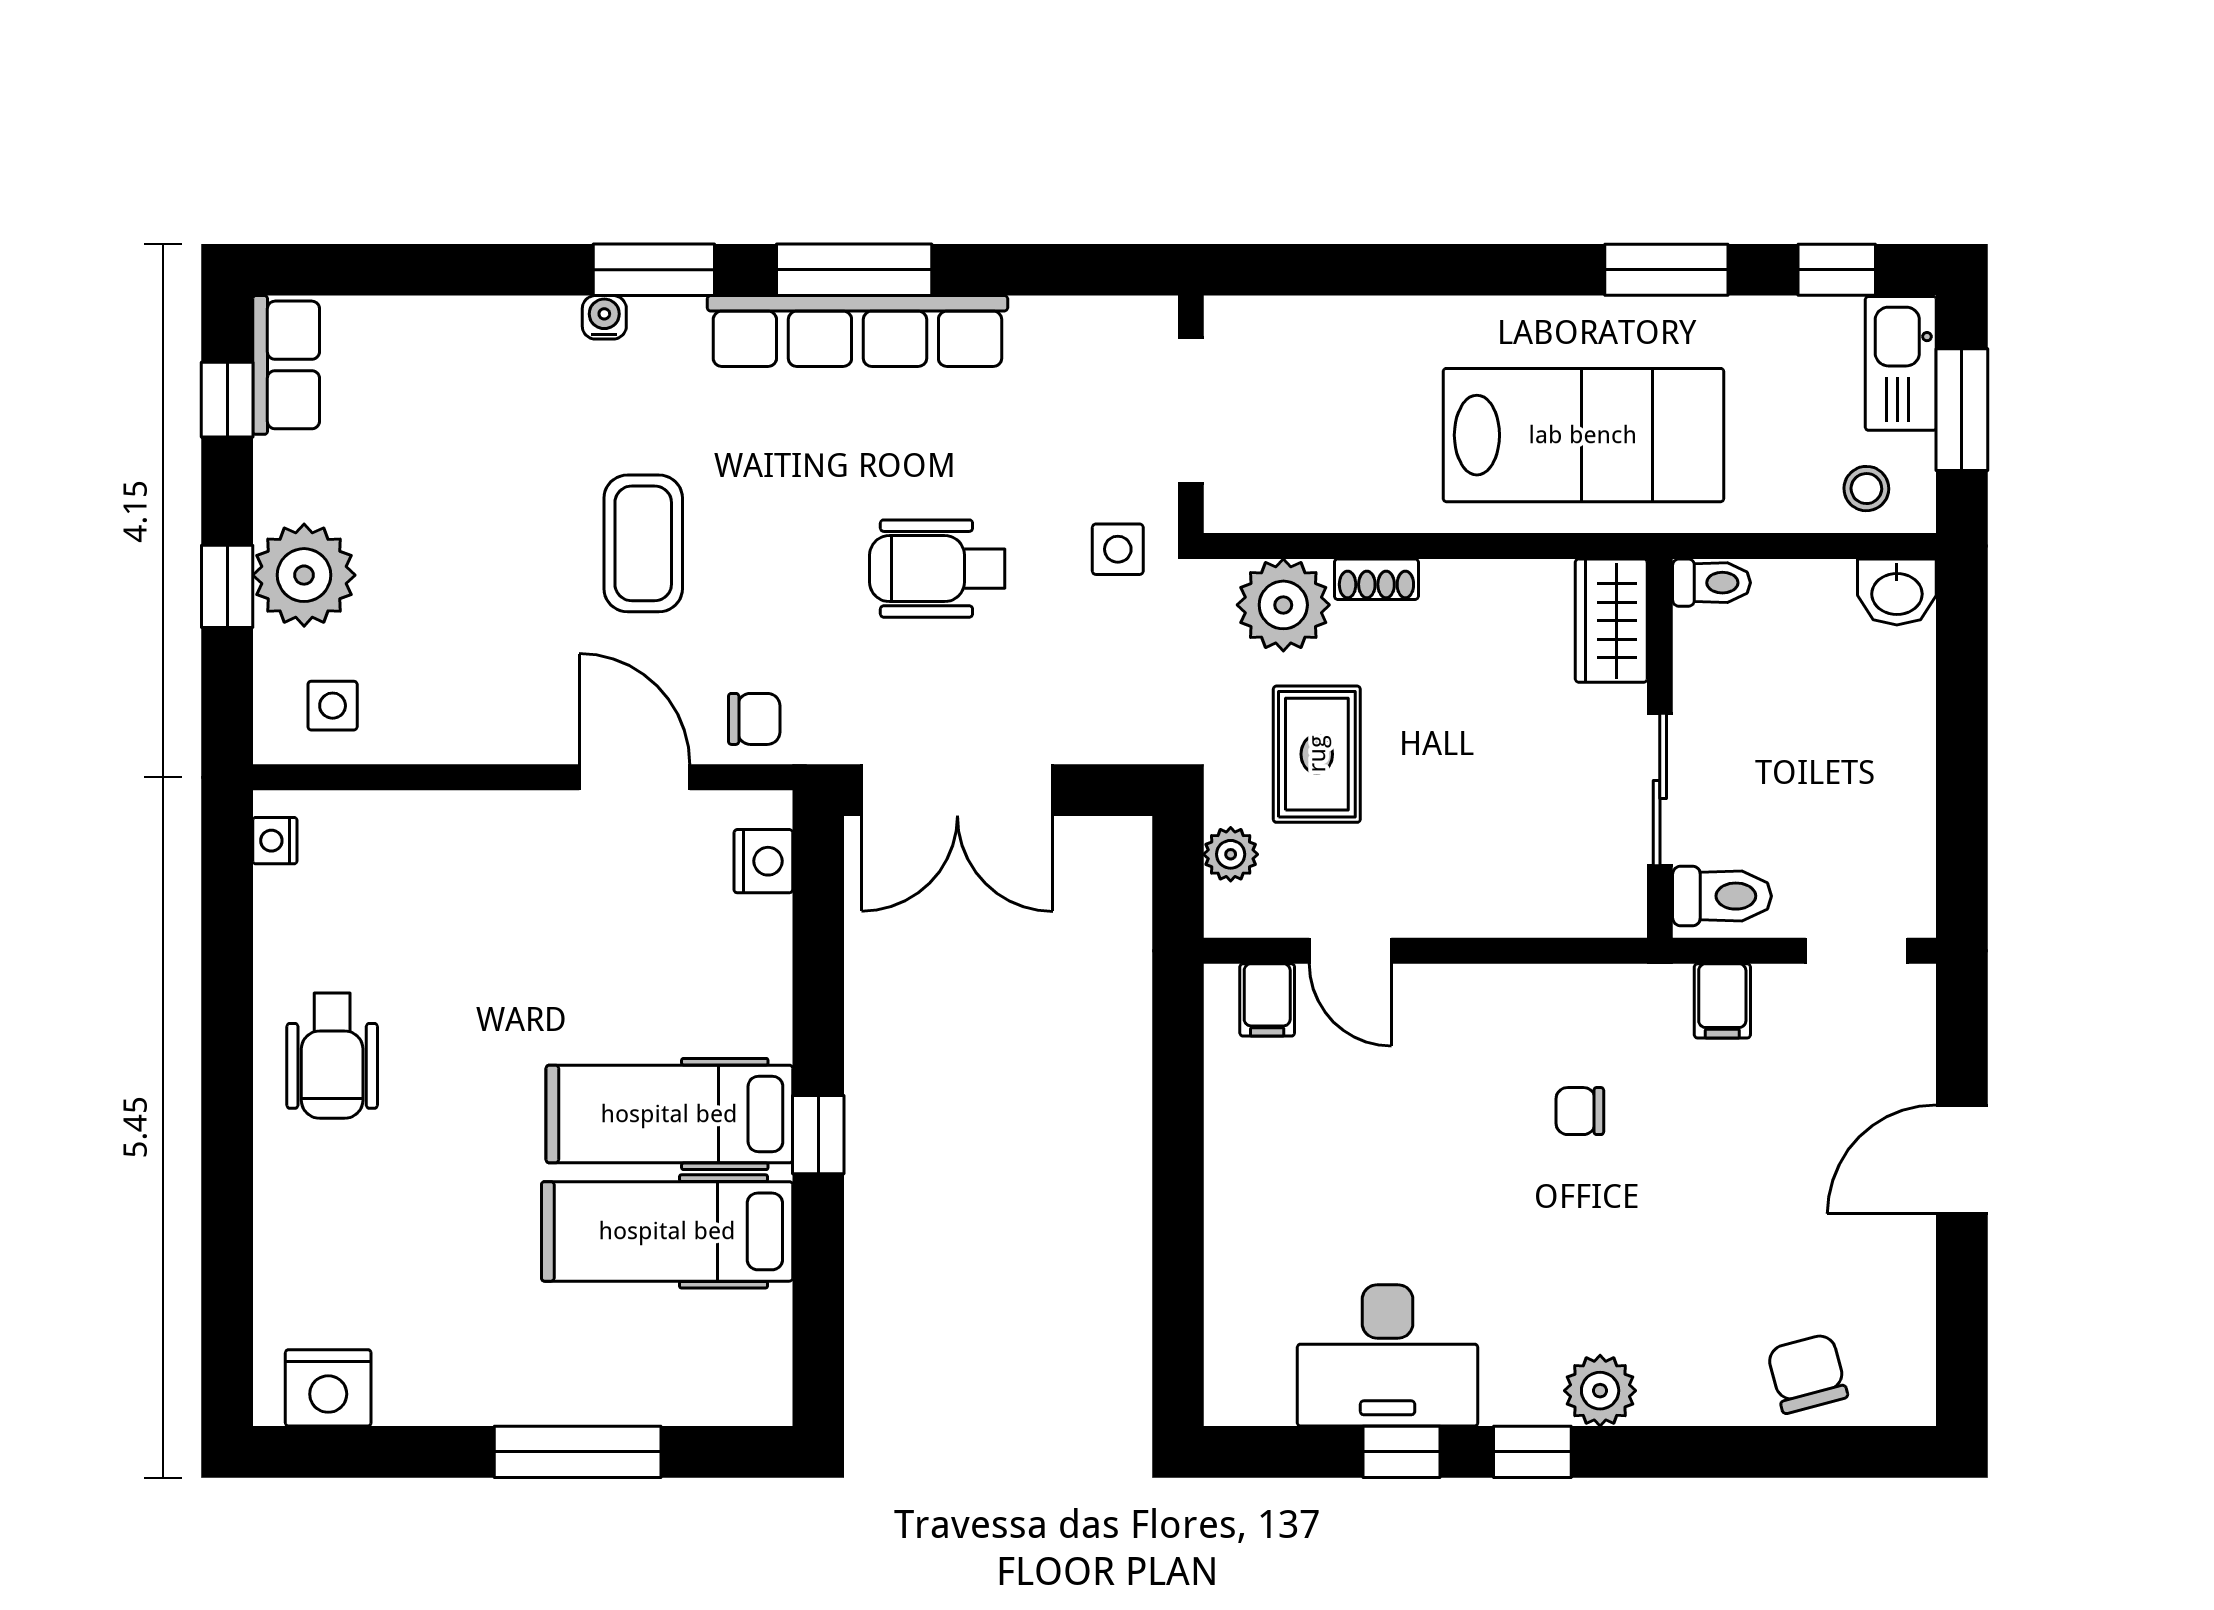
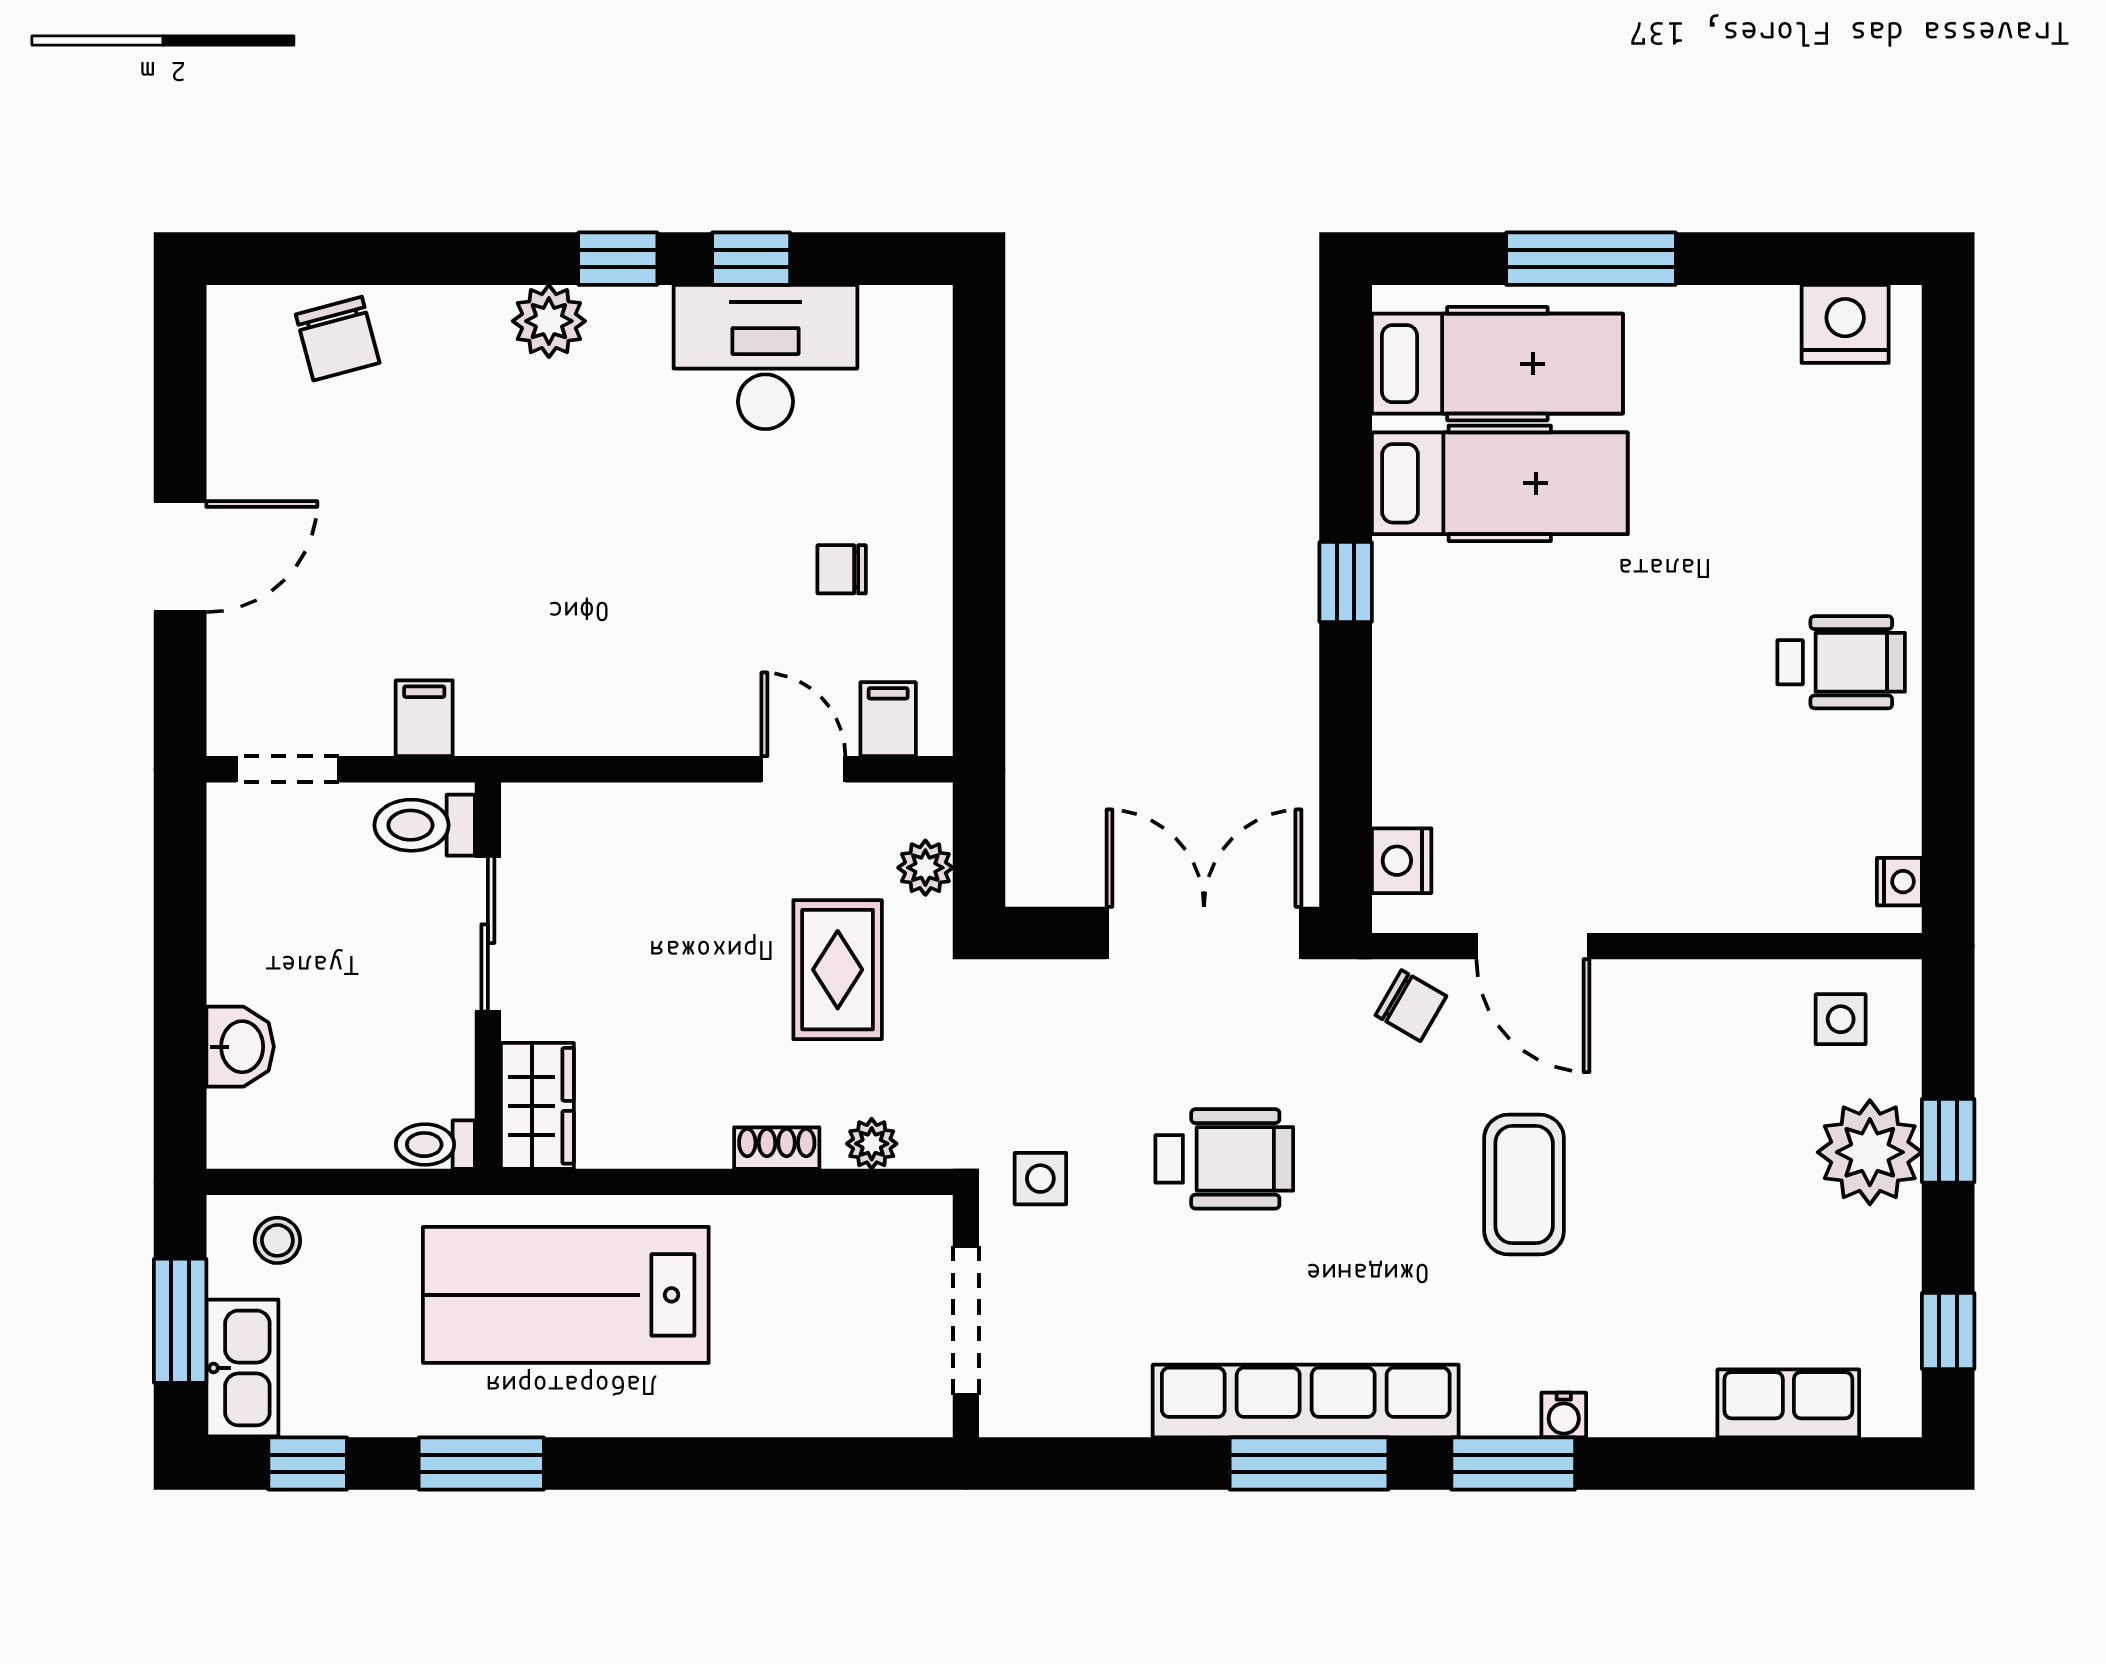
row of seats: (286, 365) -> (1788, 1403), moved, turned 90
washbasin: (1897, 592) -> (240, 1047), moved, turned 90
plant: (1283, 605) -> (872, 1144), width x0.53, depth x0.53
chair: (754, 719) -> (1411, 1006), turned -150
wheelchair: (332, 1056) -> (1841, 662), turned 90
chair: (1580, 1111) -> (842, 569), moved, turned 180
hospital bed: (669, 1114) -> (1497, 364), moved

